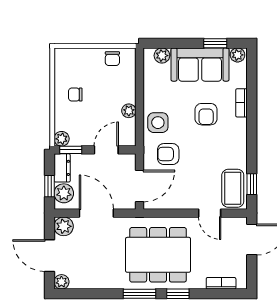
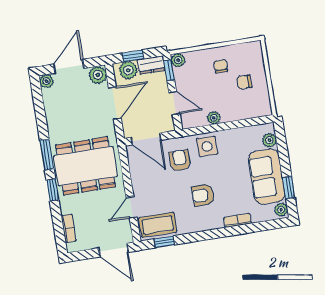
chair: (112, 59) -> (244, 82), moved
armchair: (206, 114) -> (203, 195), moved
dining table: (158, 255) -> (86, 166), turned 90

